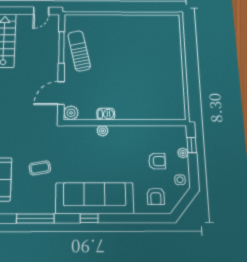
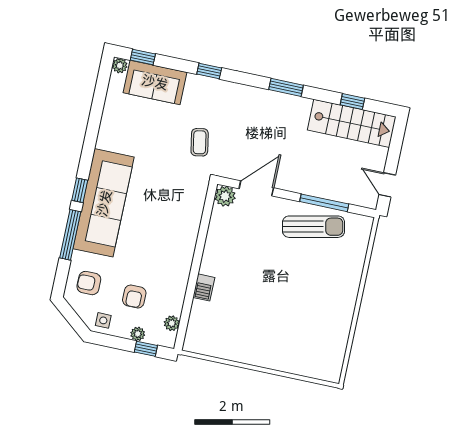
door: (61, 93) -> (256, 188), hinge flipped
barbecue: (106, 114) -> (204, 287), moved
plant: (102, 131) -> (172, 323), moved
coffee table: (40, 168) -> (200, 142), moved
window: (35, 218) -> (70, 235), moved

